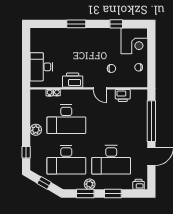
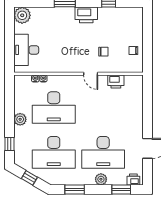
plant: (38, 35) -> (22, 15), added
corner desk: (134, 41) -> (129, 21), removed
printer: (73, 80) -> (86, 15), moved, turned 180
window: (151, 121) -> (147, 110), removed
plant: (90, 184) -> (101, 179), moved
window: (113, 193) -> (121, 189), moved

